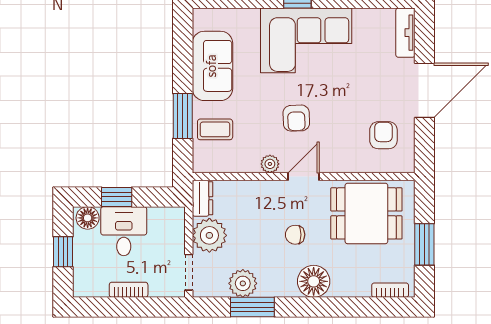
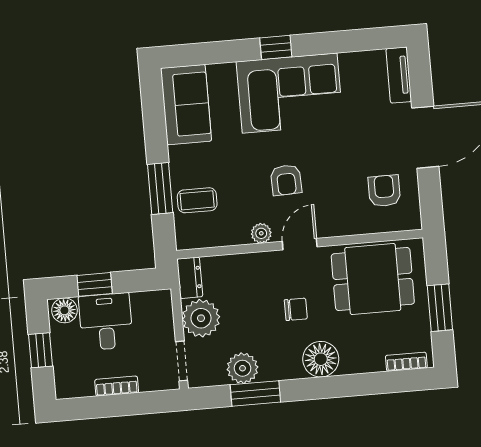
sofa: (212, 66) -> (186, 105), moved
chair: (295, 235) -> (296, 309), turned 180

